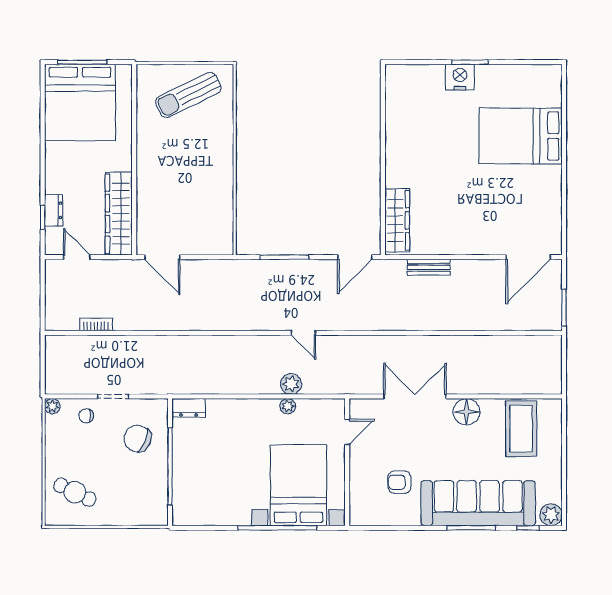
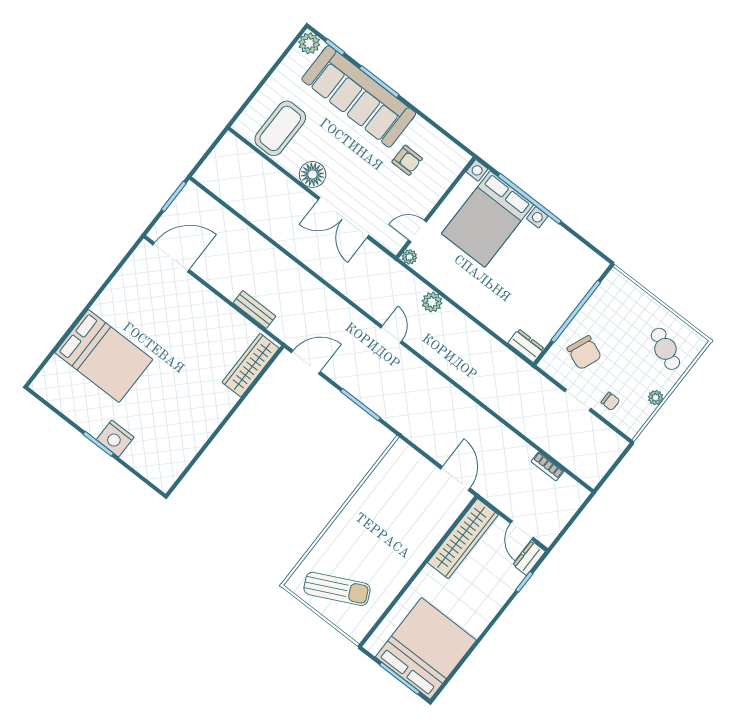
dresser: (54, 210) -> (529, 558), moved
plant: (52, 406) -> (656, 398), moved
plant: (288, 406) -> (409, 257), moved

